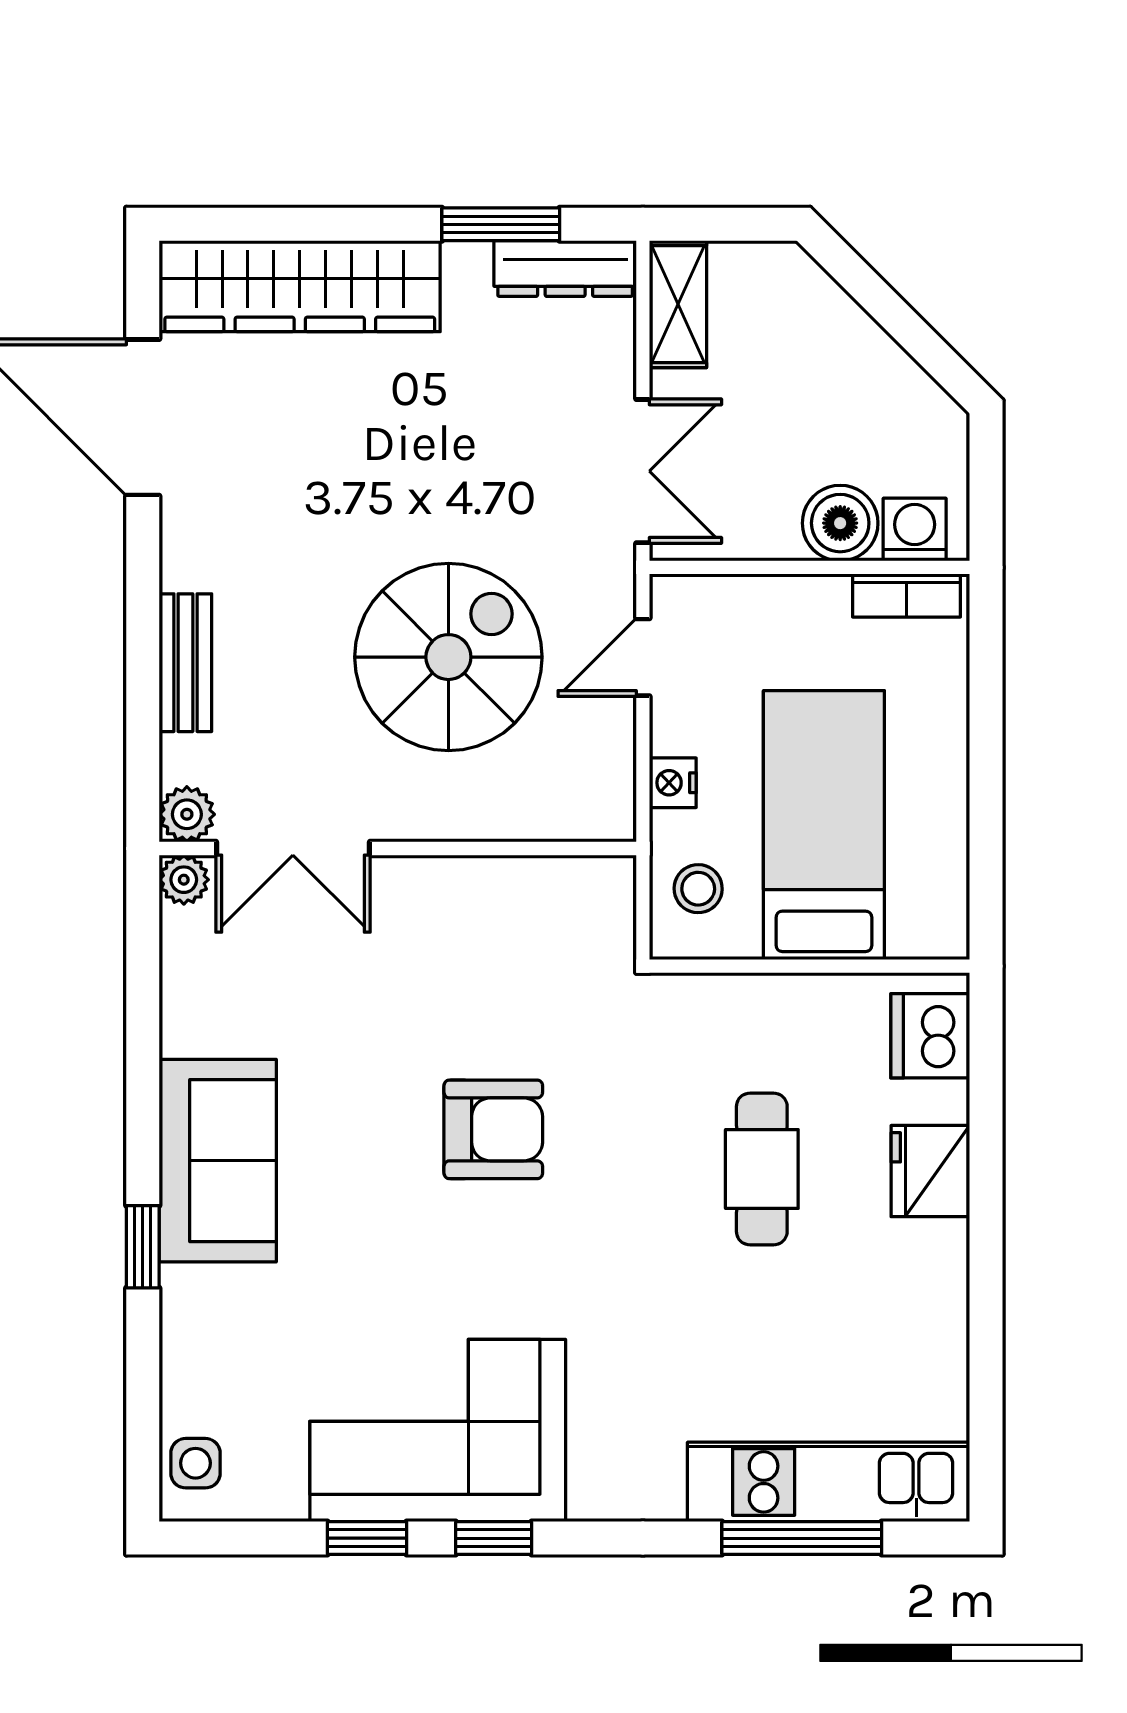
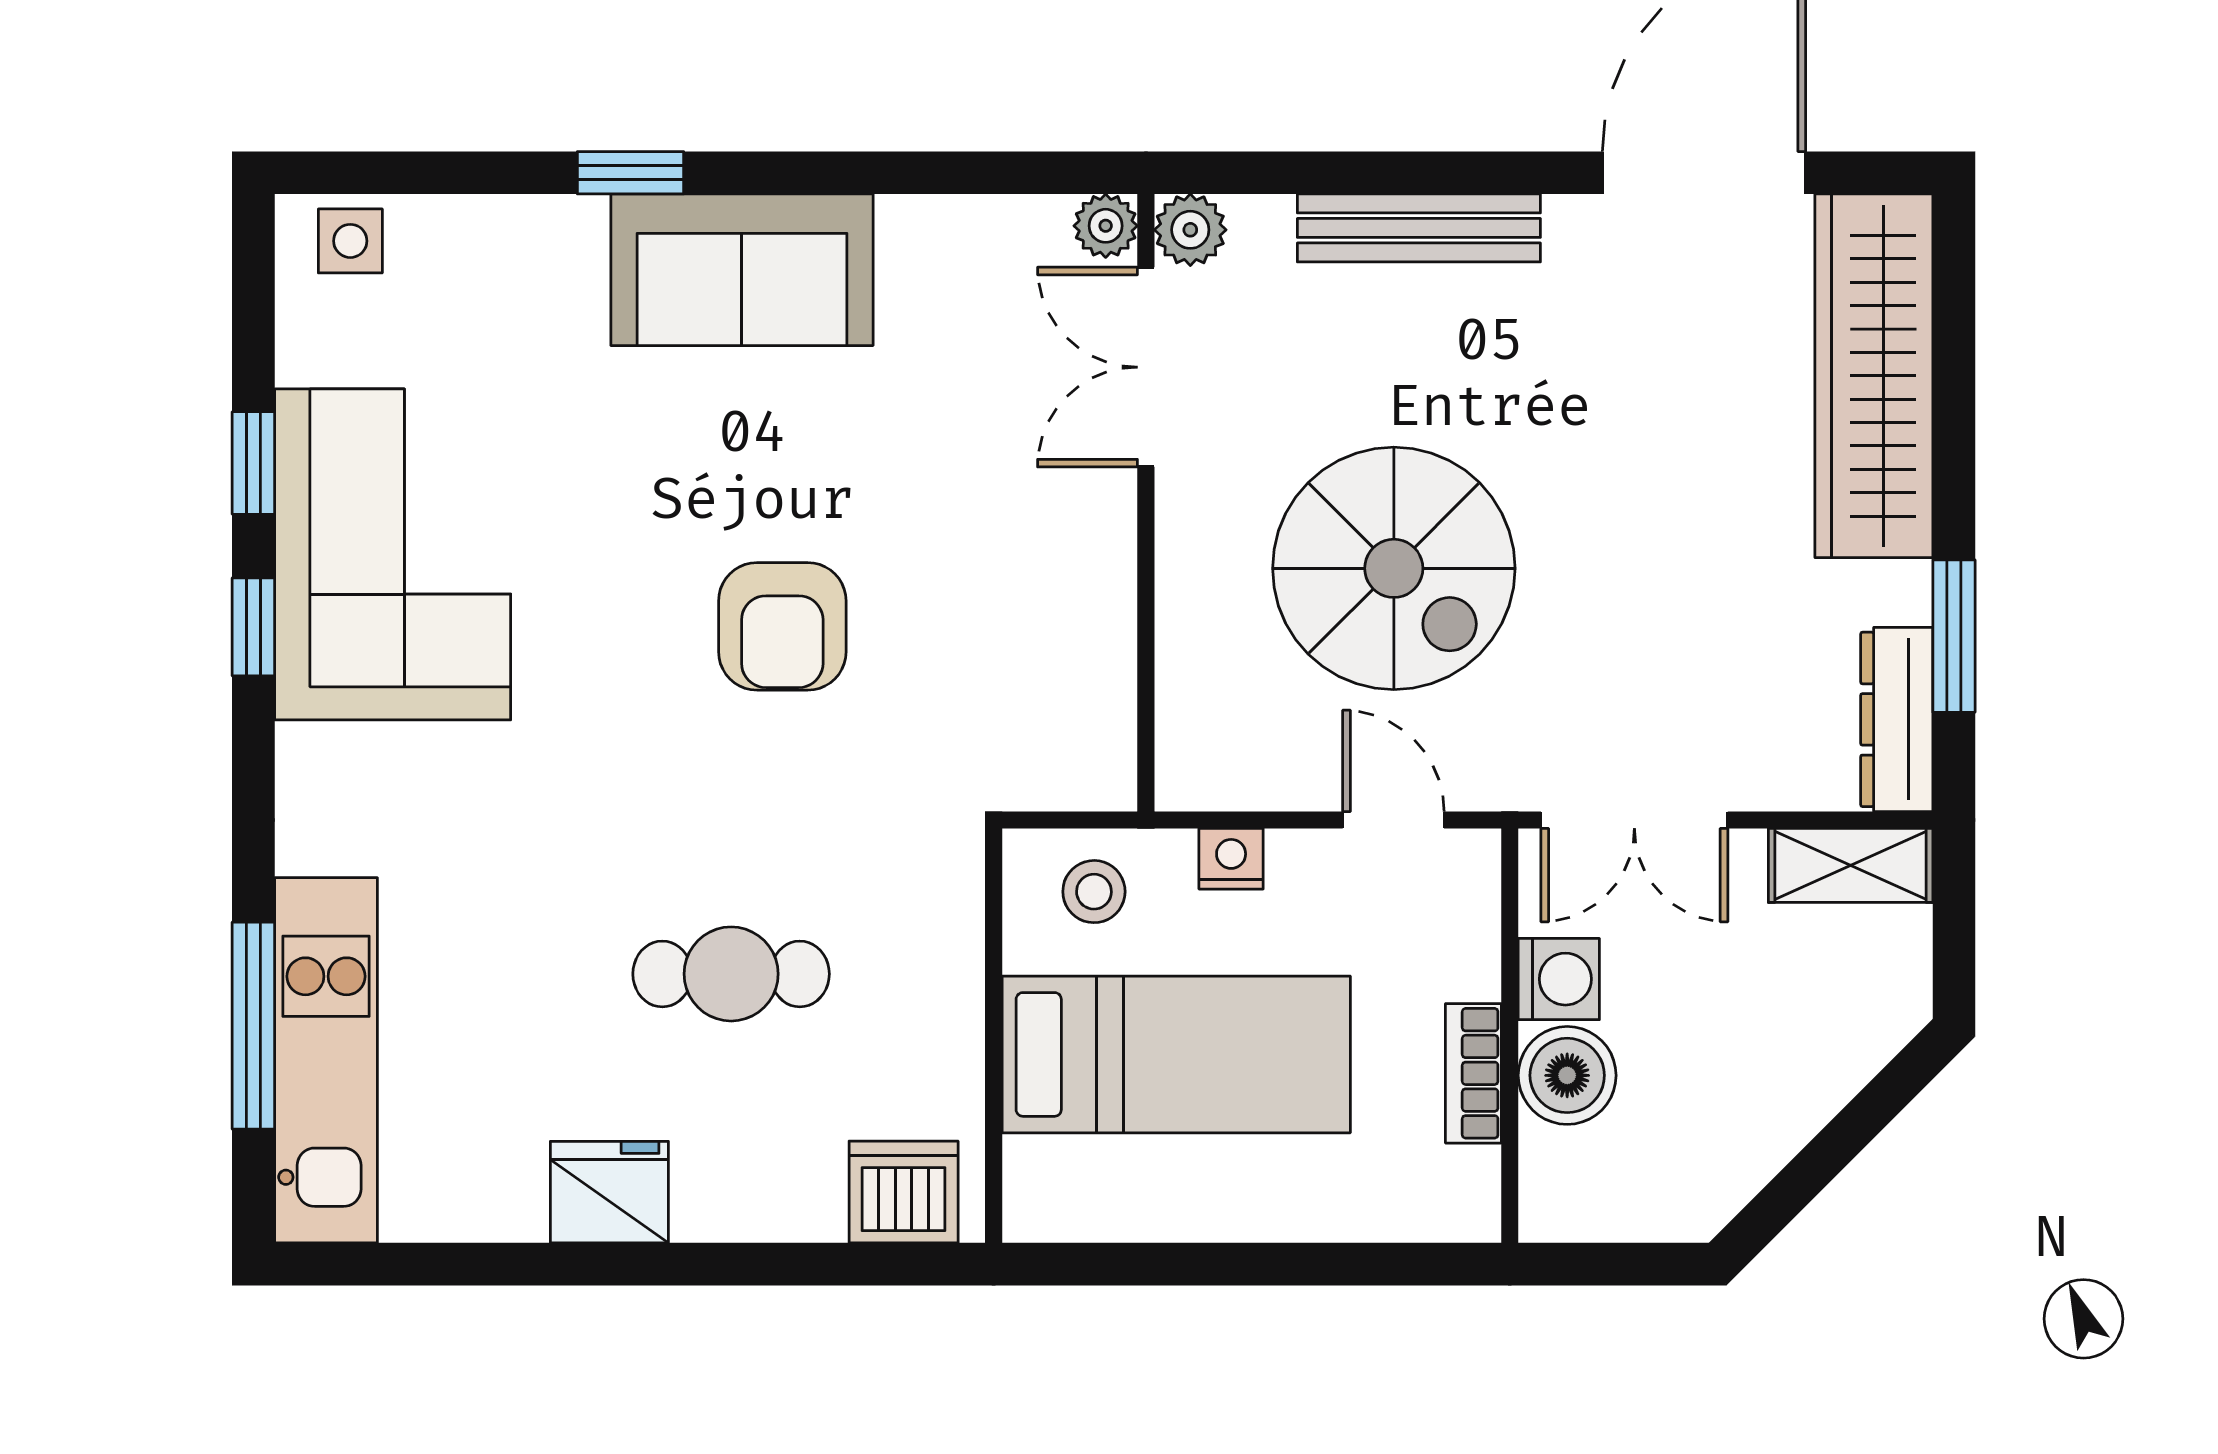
washing machine: (915, 530) -> (1559, 979), moved
bookcase: (907, 596) -> (1473, 1073), moved
bench: (185, 663) -> (1419, 228), width x1.36
fridge: (930, 1171) -> (609, 1192), moved

